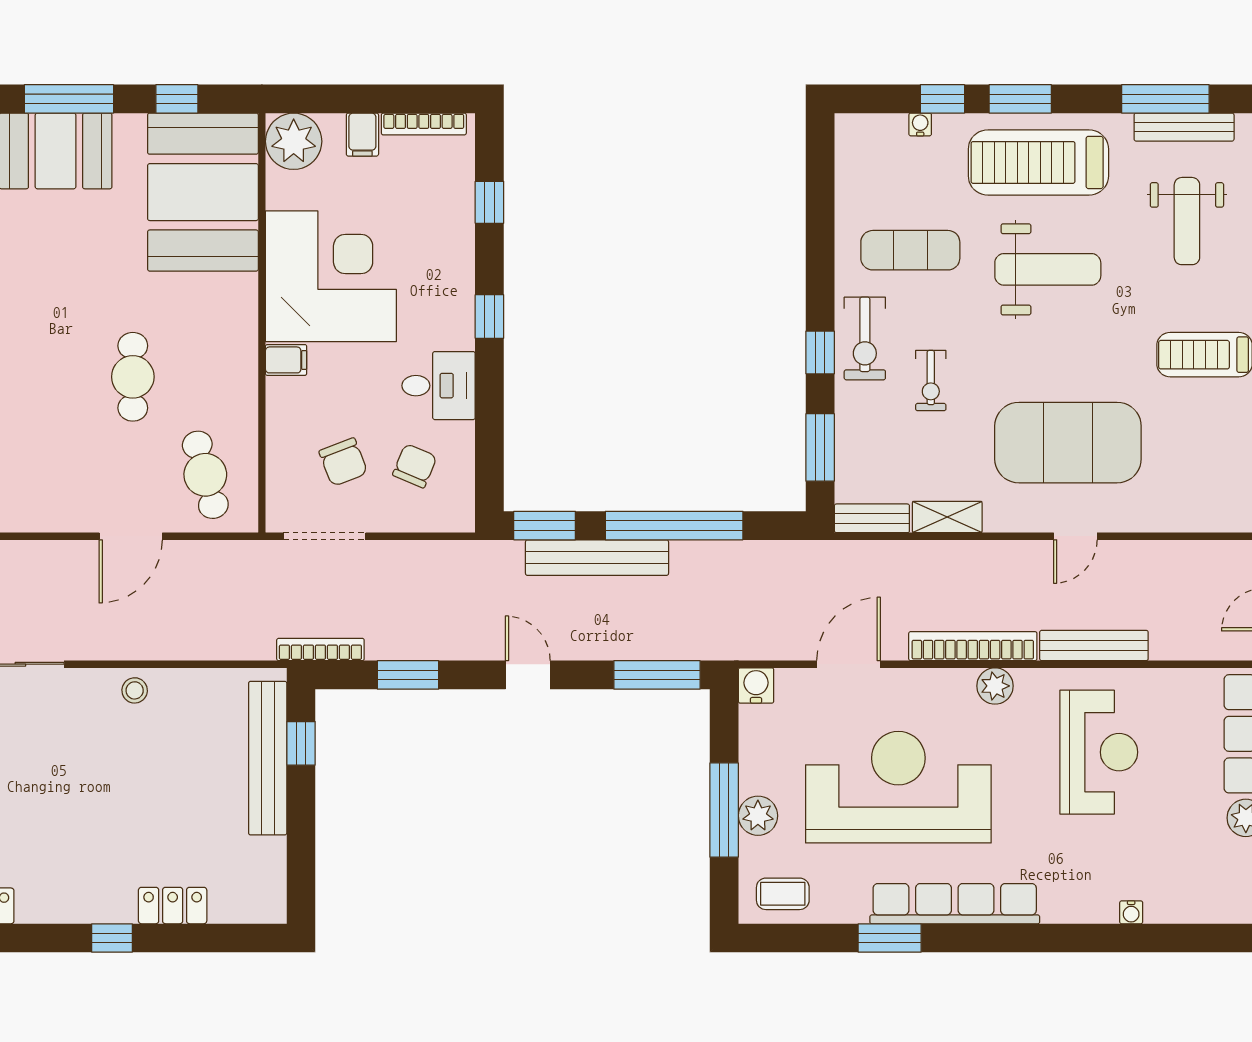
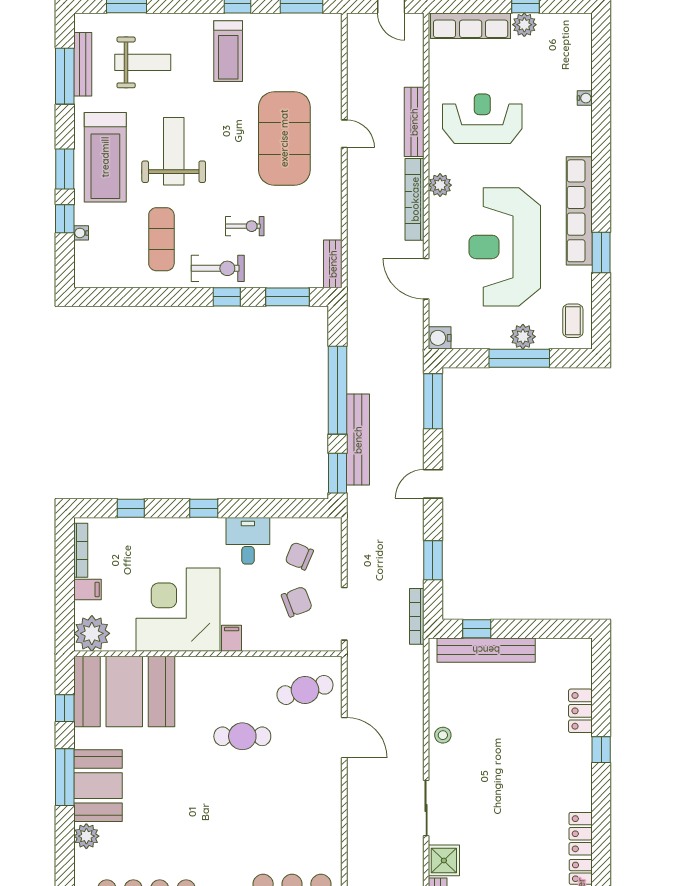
shelving: (947, 517) -> (332, 216), removed

